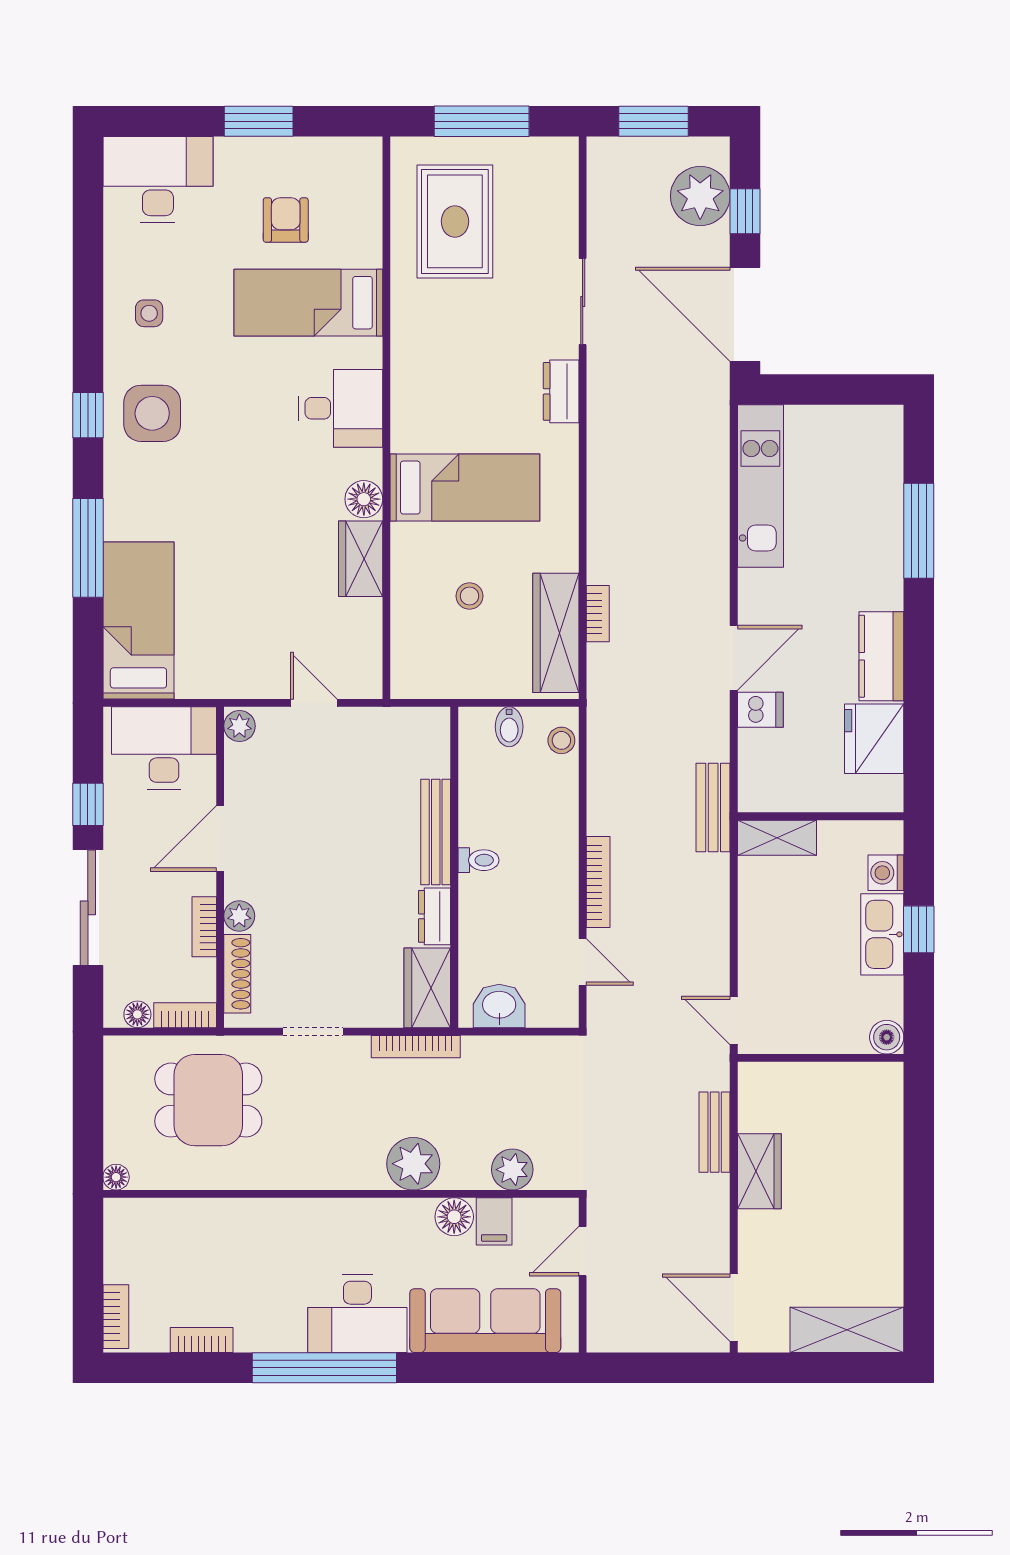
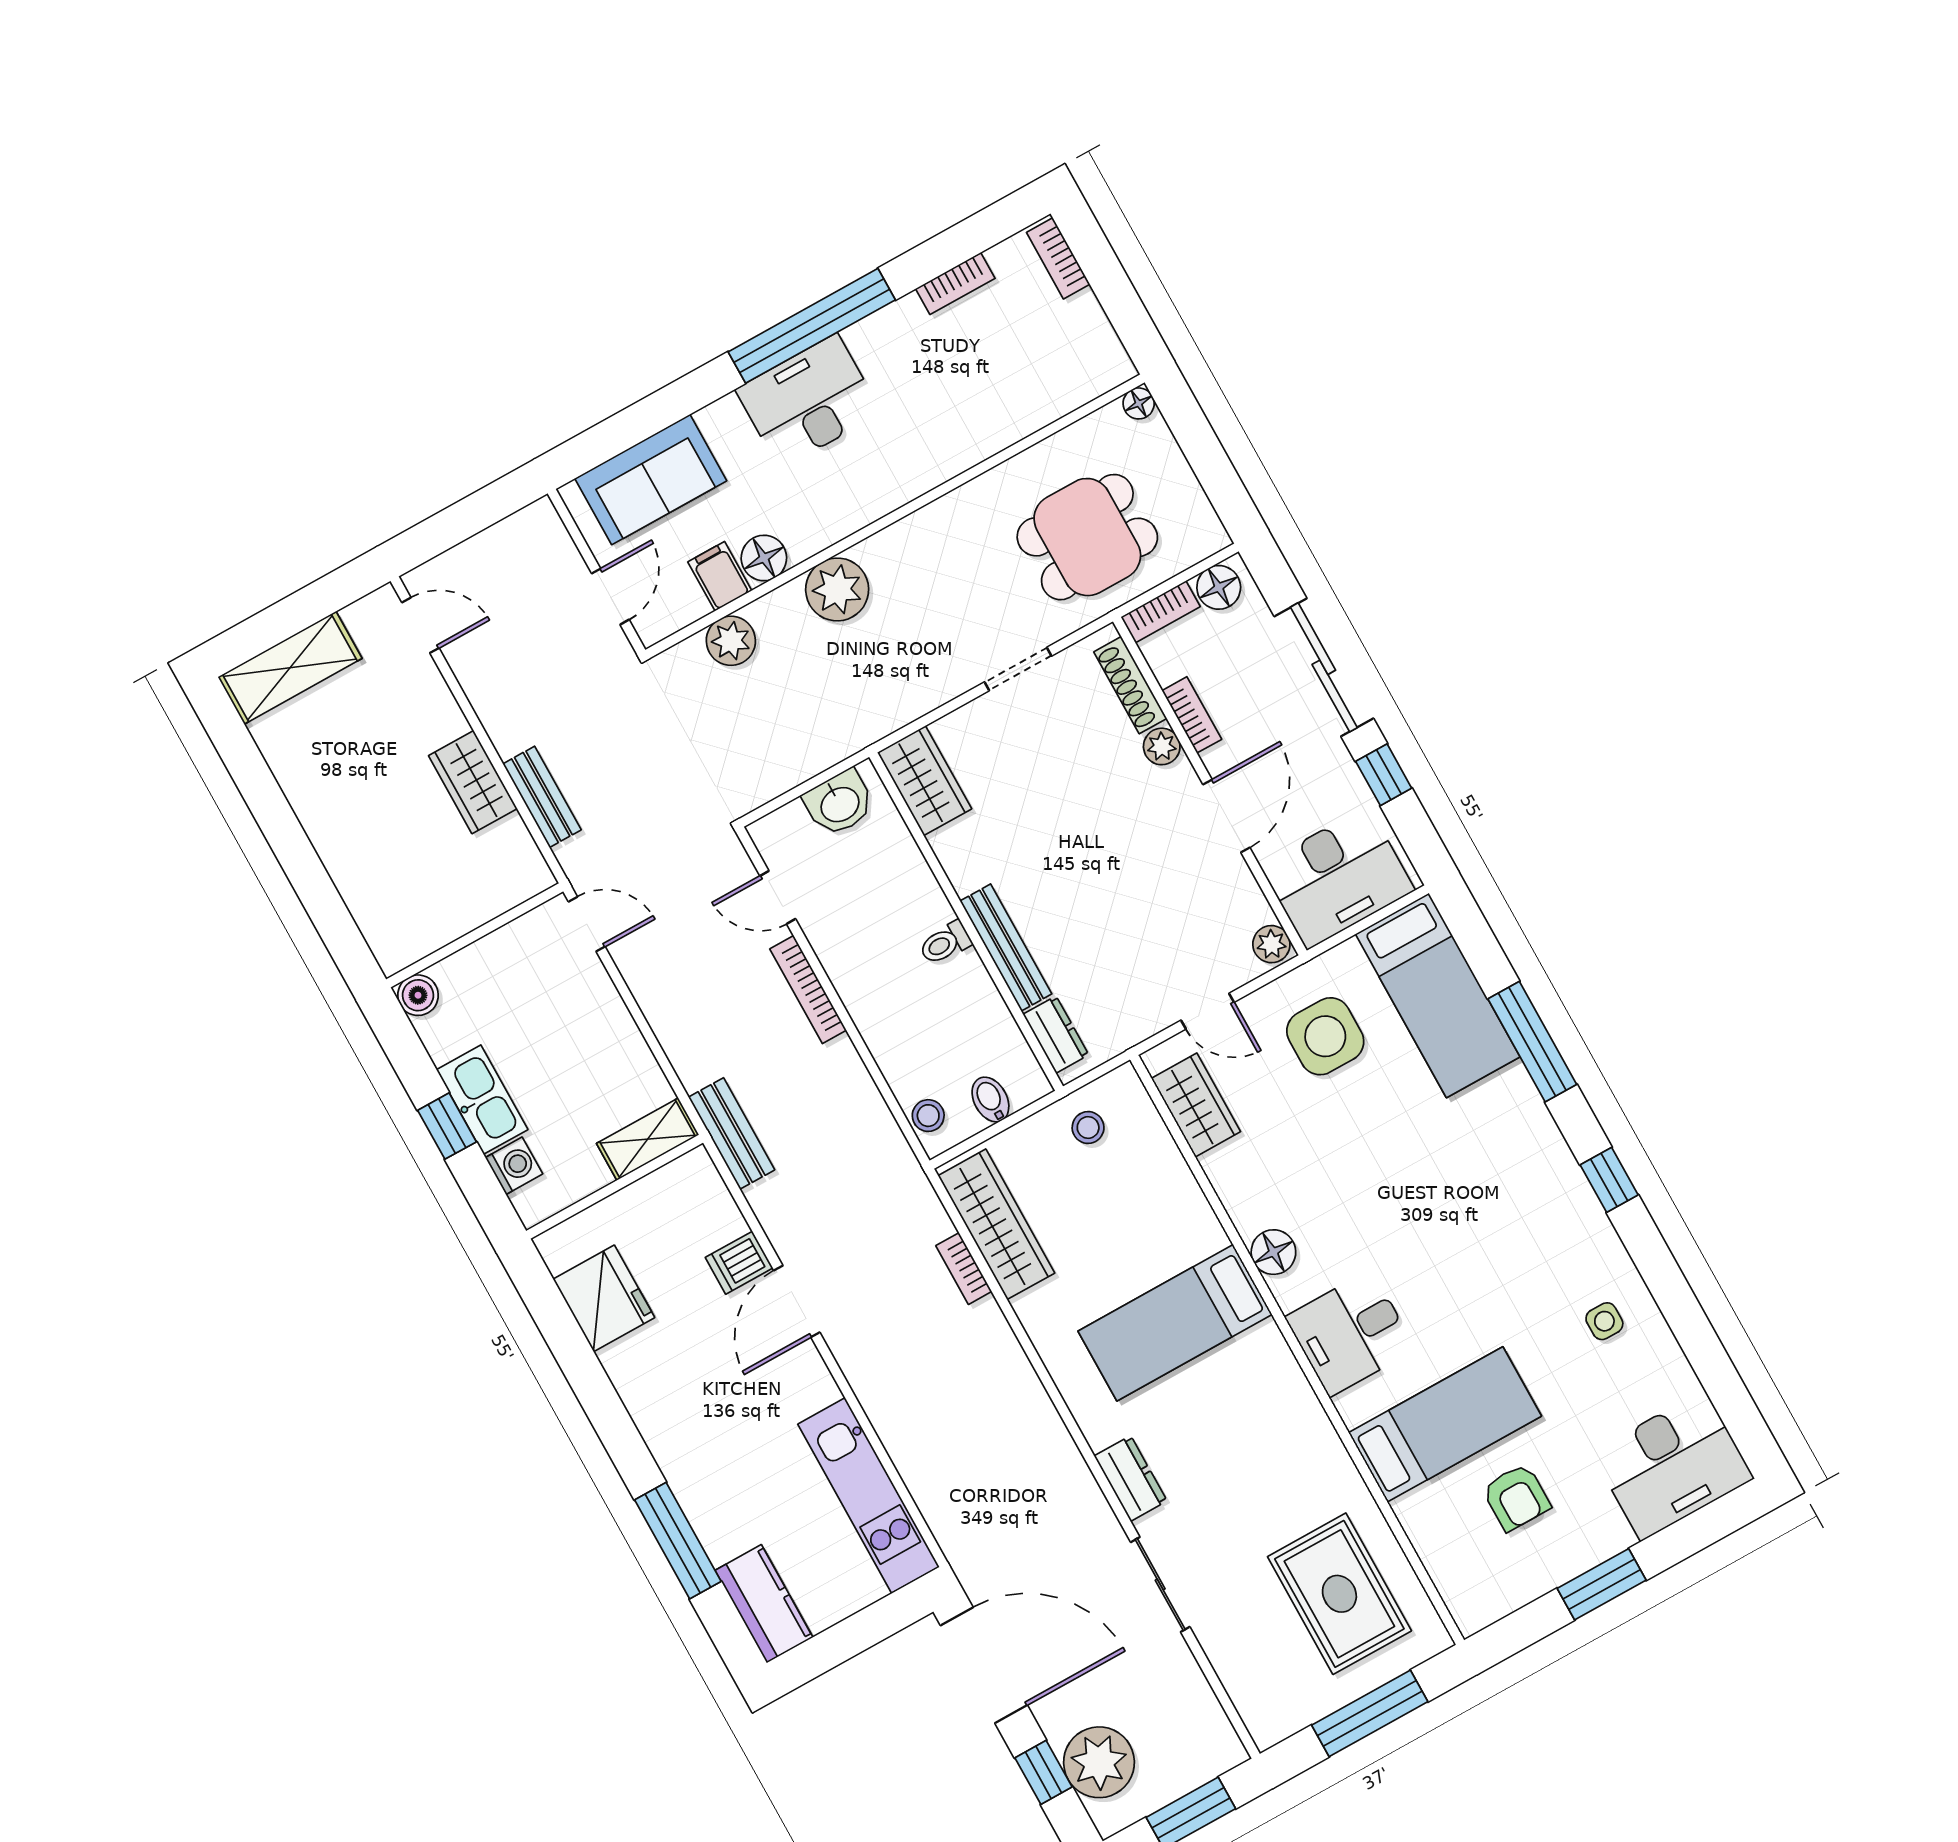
side table: (152, 413) -> (1325, 1036), moved
wardrobe: (361, 559) -> (1196, 1105), moved
stool: (469, 596) -> (1088, 1127), moved
kitchen counter: (881, 656) -> (764, 1604), moved
dresser: (435, 916) -> (1056, 1035), moved
floor lamp: (137, 1014) -> (1219, 587), width x1.37, depth x1.37
bookcase: (416, 1047) -> (902, 713), removed
door: (734, 1308) -> (420, 625), width x0.73
sofa: (485, 1321) -> (651, 480), width x0.73

